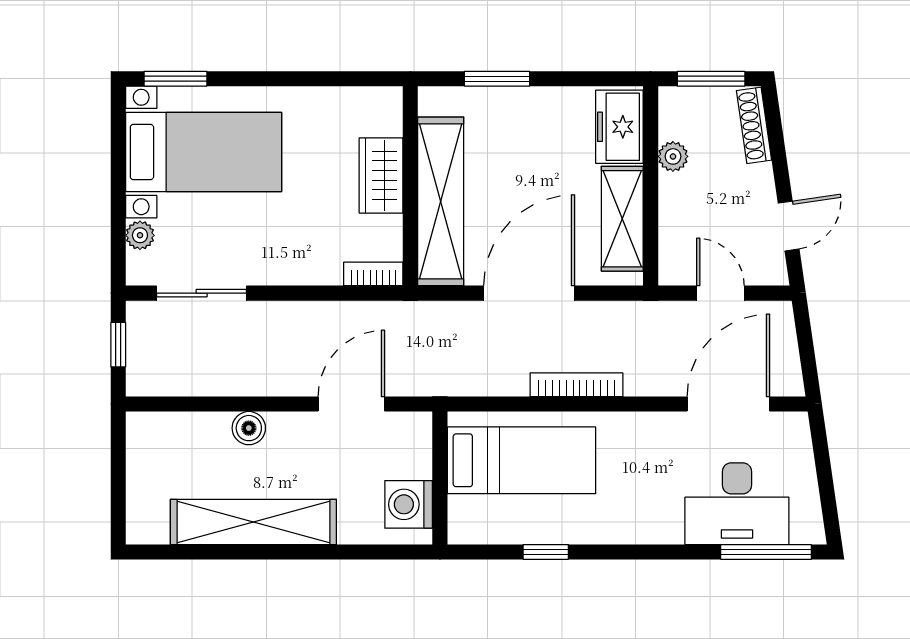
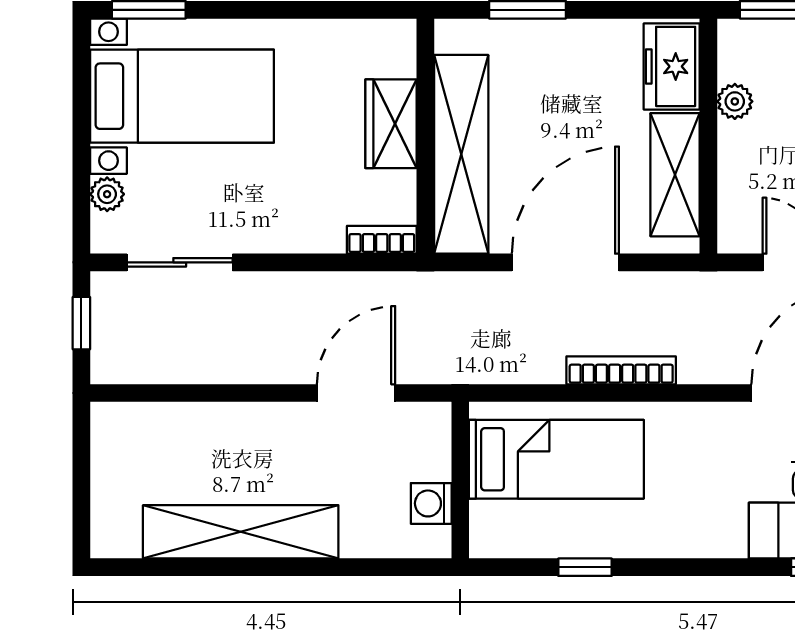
boiler: (249, 428) -> (235, 421), removed
washing machine: (409, 504) -> (431, 503), width x0.73, depth x0.73

